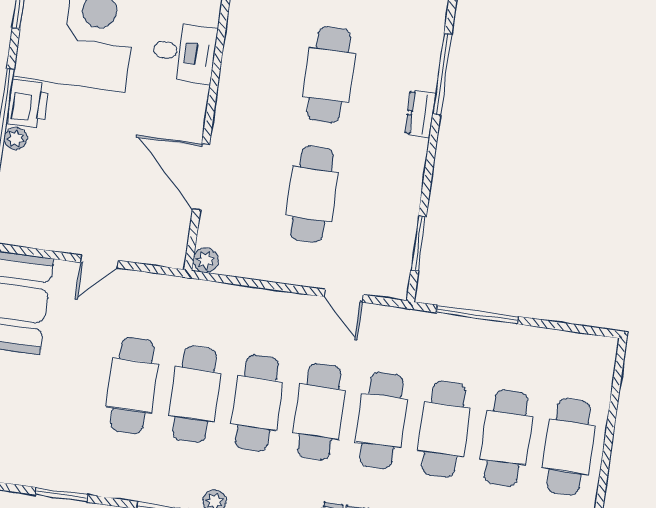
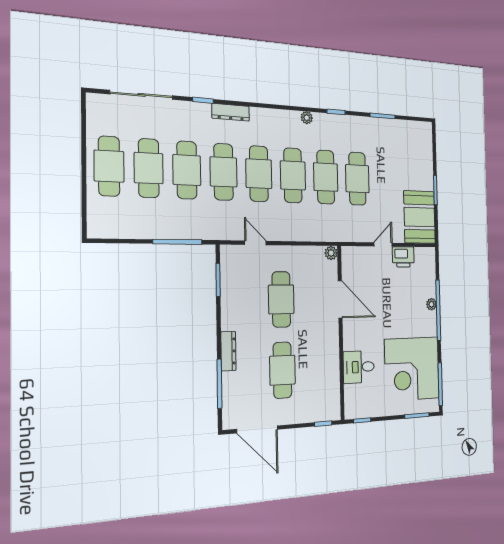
printer: (28, 104) -> (403, 257), moved, turned -90
dresser: (420, 114) -> (228, 351), width x1.44

